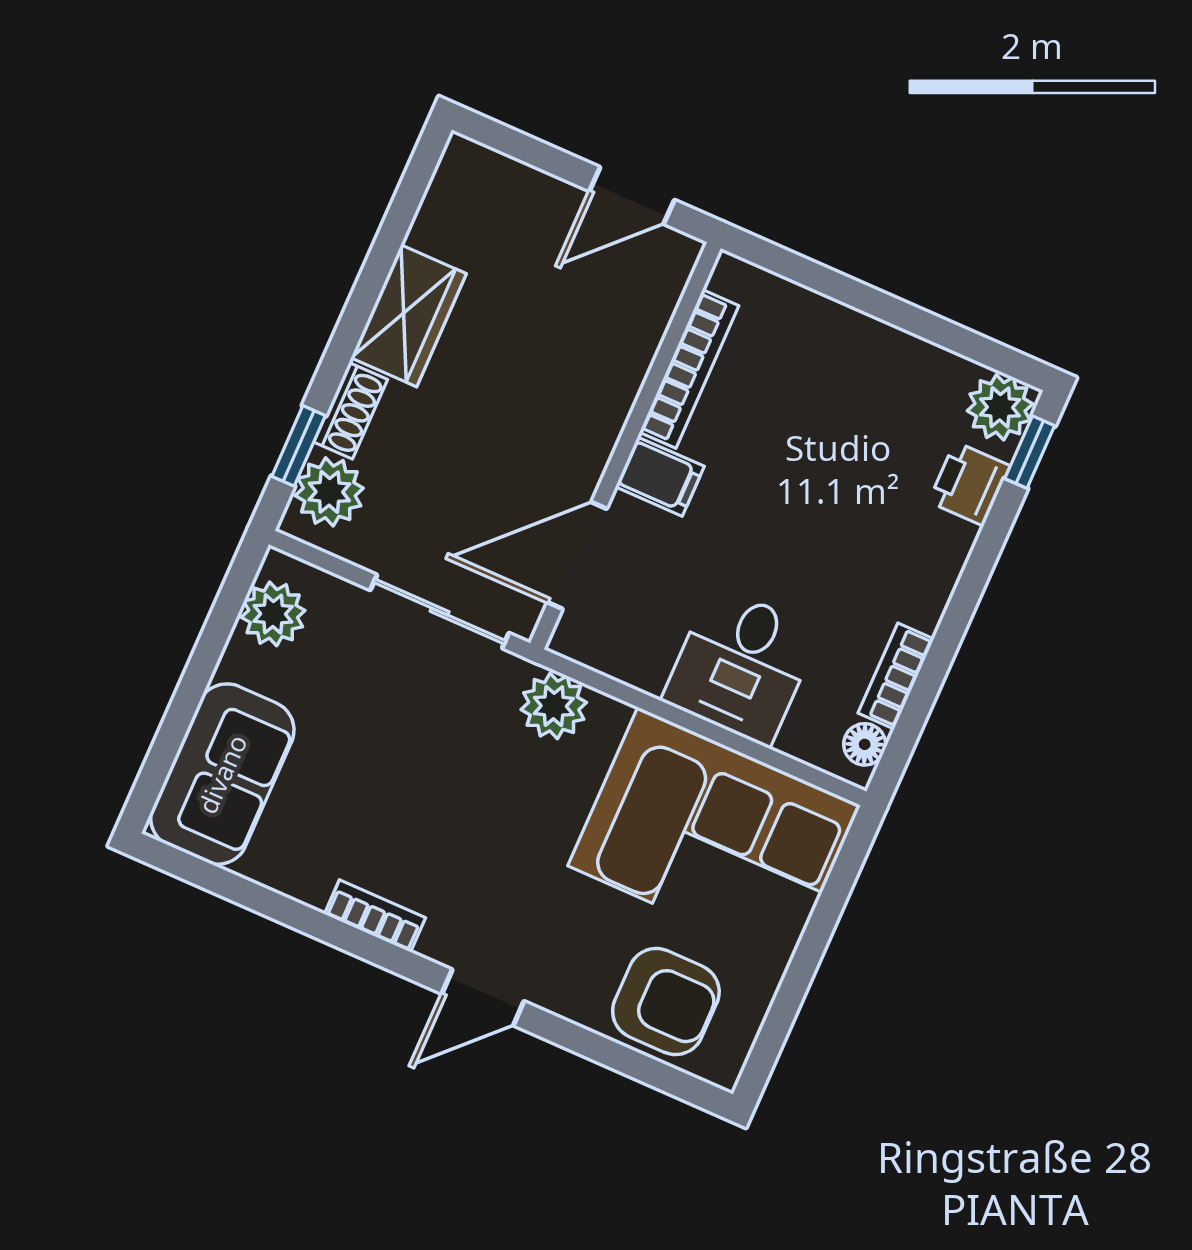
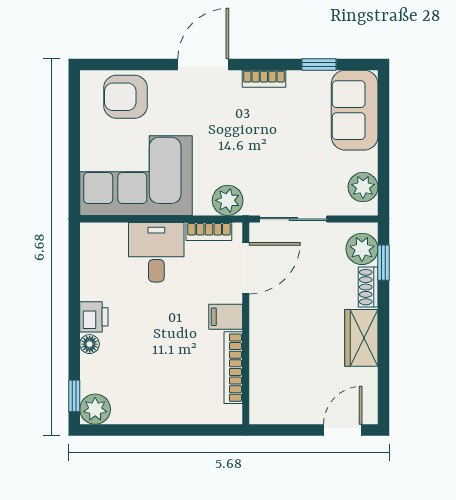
door: (632, 195) -> (343, 430), moved
printer: (969, 484) -> (94, 317), moved
bookcase: (896, 676) -> (209, 231), moved, turned 90
floor lamp: (865, 744) -> (90, 344), moved
window: (253, 896) -> (319, 64), added
door: (483, 998) -> (203, 64), width x1.38

